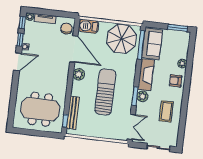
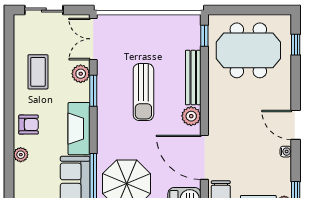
window: (20, 40) -> (296, 45), moved
door: (18, 62) -> (296, 125), hinge flipped
sun lounger: (105, 92) -> (143, 92), width x0.73, depth x0.75
plant: (142, 96) -> (81, 74), moved
bench: (73, 113) -> (193, 78), moved

